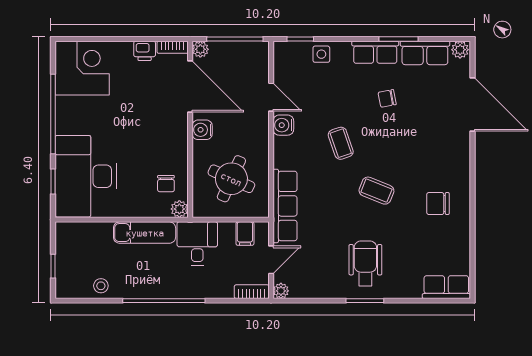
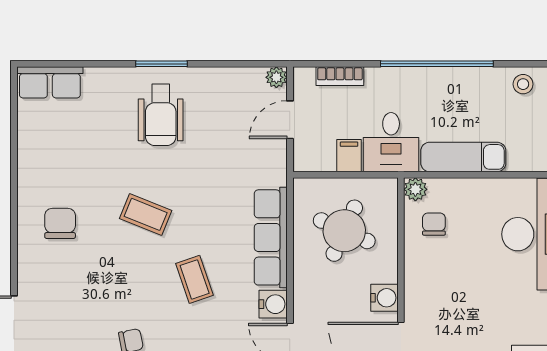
chair: (438, 204) -> (60, 223), moved, turned -90
row of seats: (285, 206) -> (271, 237), moved
filing cabinet: (245, 234) -> (349, 156), moved
bookcase: (252, 292) -> (340, 76), moved

